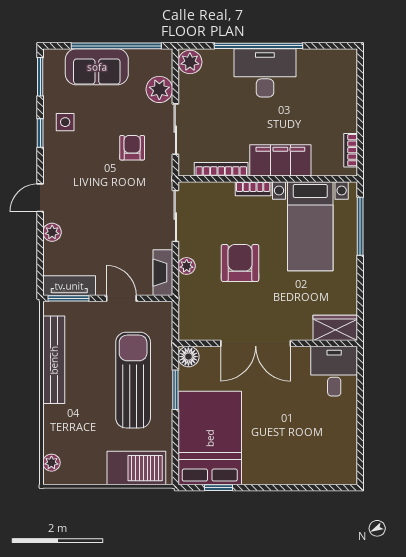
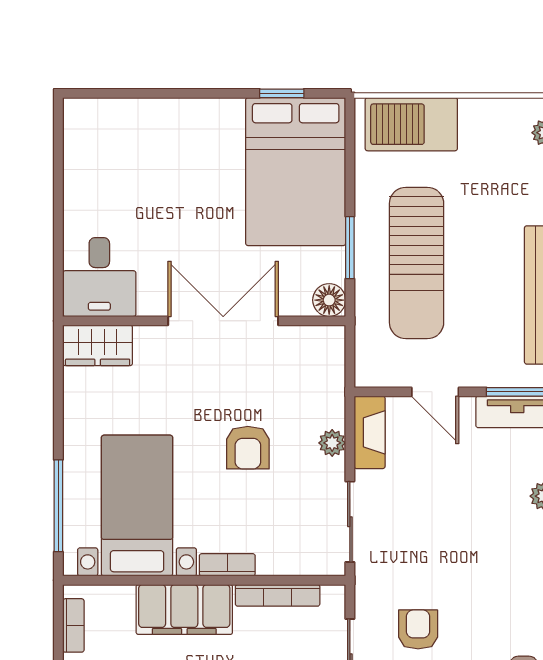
armchair: (132, 148) -> (418, 629), turned 180
armchair: (240, 263) -> (248, 448), width x0.72, depth x0.72

